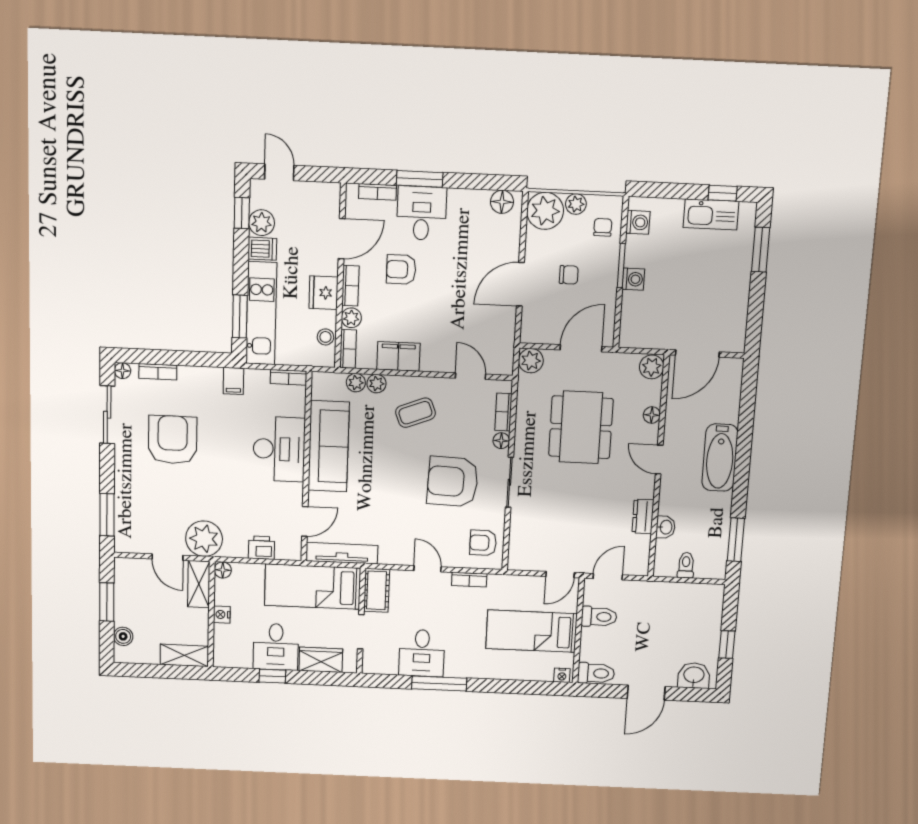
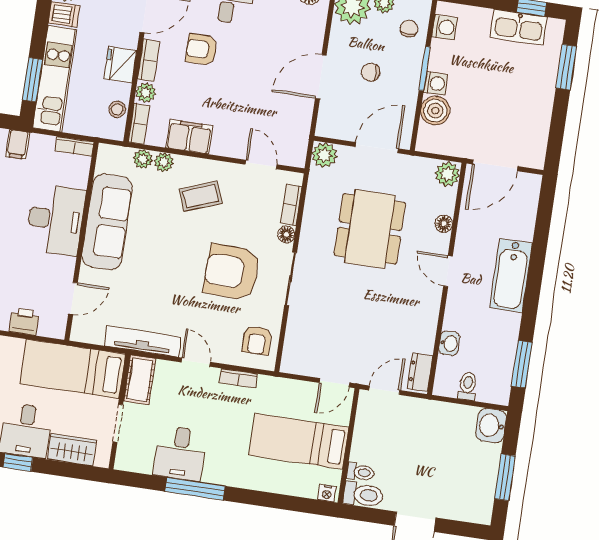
chair: (569, 275) -> (371, 72), turned 180
boiler: (635, 306) -> (435, 111), added
dresser: (643, 516) -> (420, 372), moved
armchair: (483, 543) -> (257, 340), turned -90
tv unit: (342, 553) -> (143, 341), moved
toilet: (599, 617) -> (361, 472), moved, width x0.73, depth x0.72
window: (727, 645) -> (505, 477), width x1.50
washbasin: (694, 675) -> (491, 425), moved, turned -90

